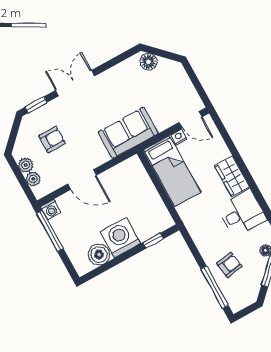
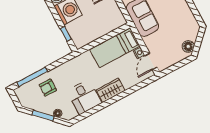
floor lamp: (149, 62) -> (188, 46), moved
armchair: (229, 265) -> (48, 88), turned 99

